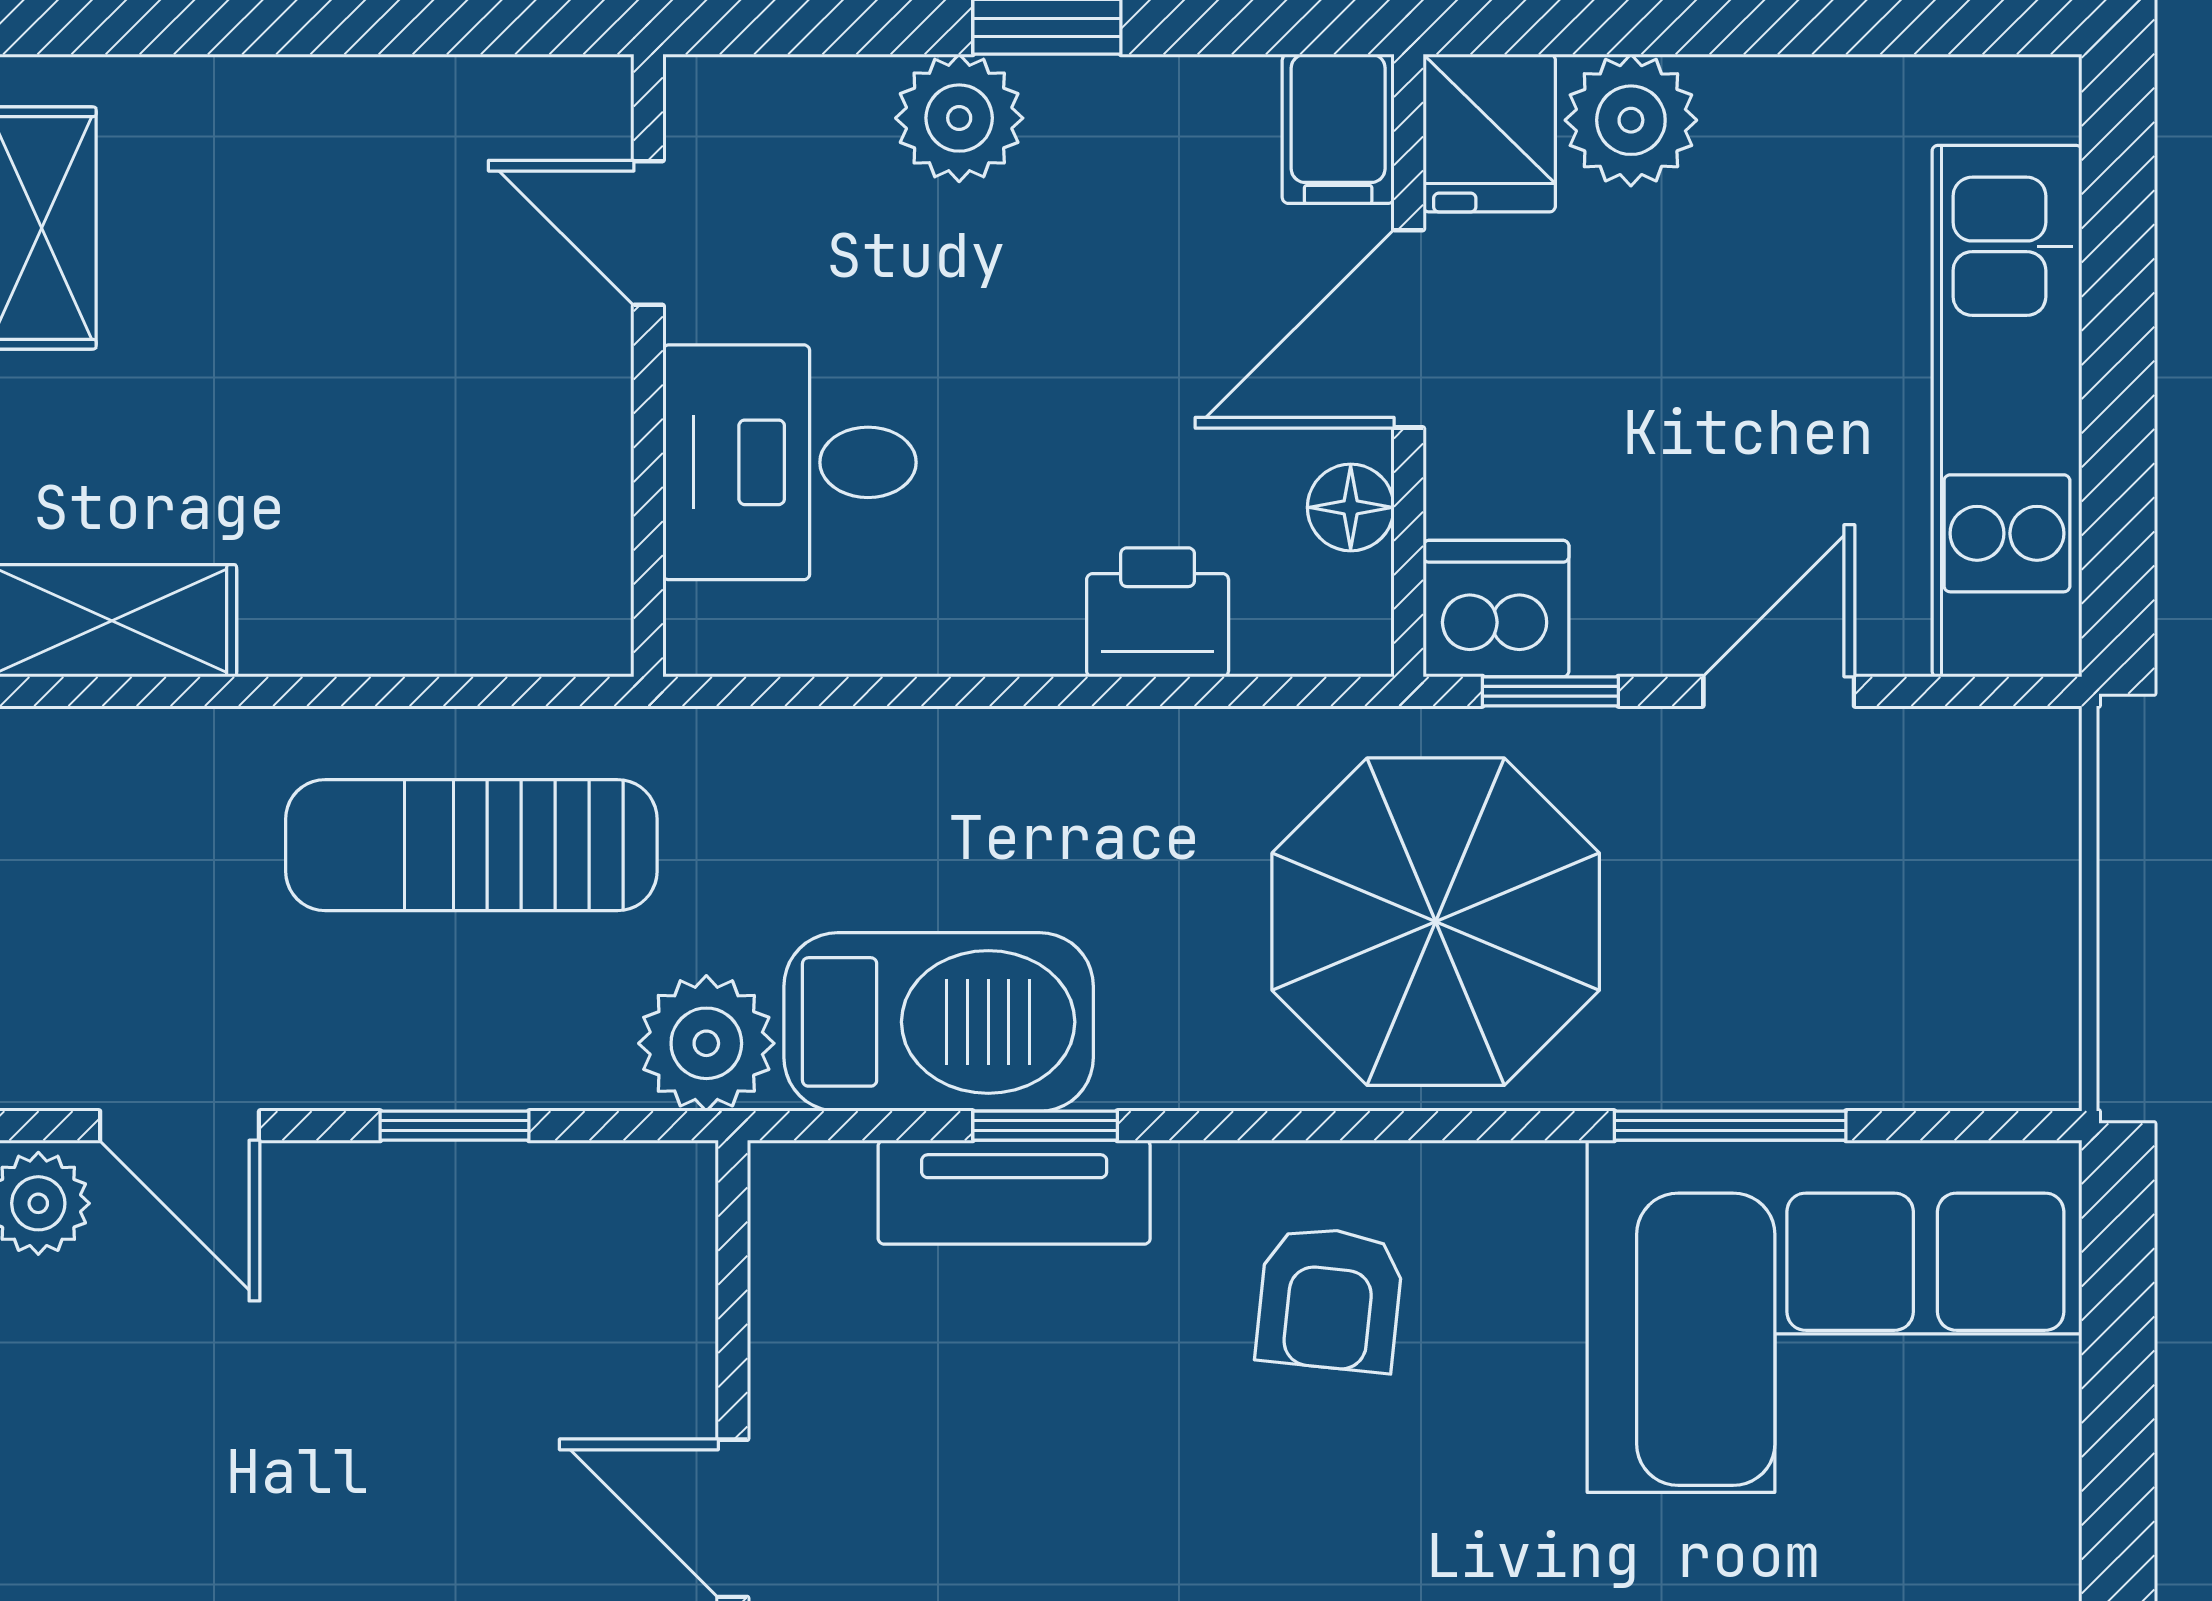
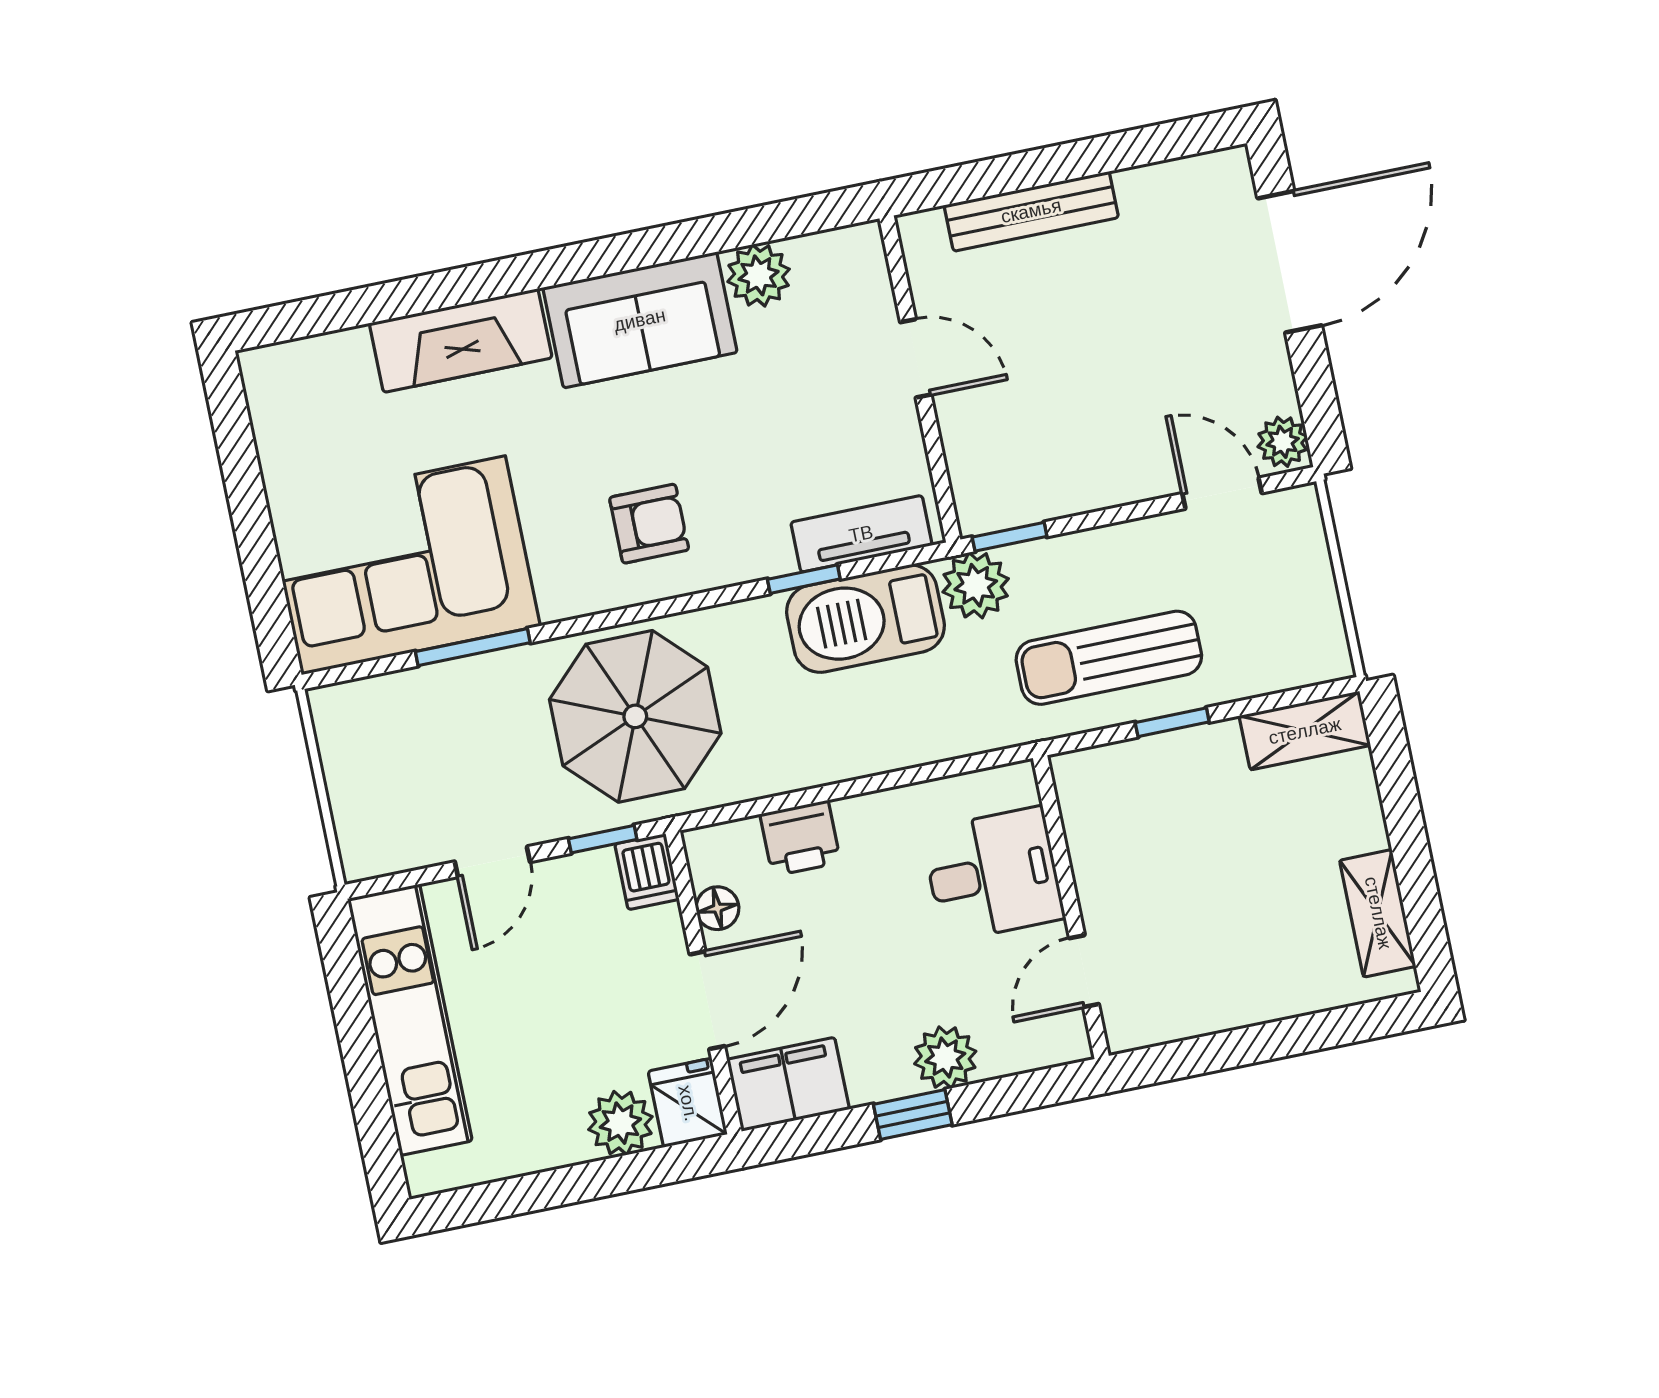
filing cabinet: (1338, 129) -> (788, 1084), width x2.00
door: (648, 233) -> (1084, 971), swing flipped
dishwasher: (1496, 609) -> (647, 872), width x0.73
window: (372, 691) -> (1172, 722), added
sun lounger: (471, 845) -> (1109, 658), turned 180
window: (455, 1126) -> (1010, 537), moved
tv unit: (1014, 1192) -> (861, 534), moved
armchair: (1330, 1299) -> (649, 524), turned 84

